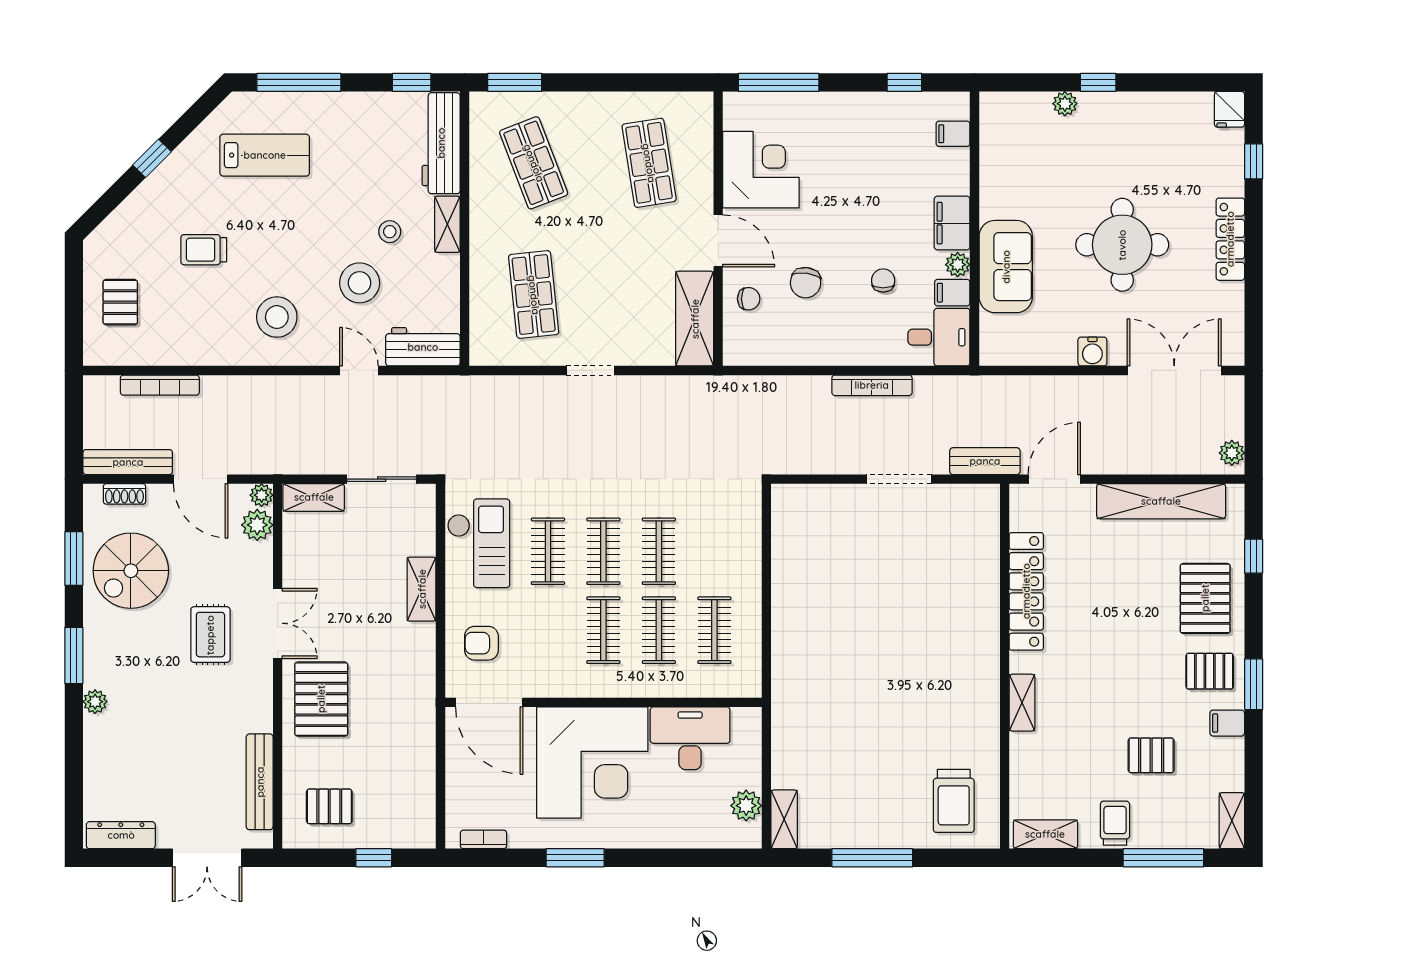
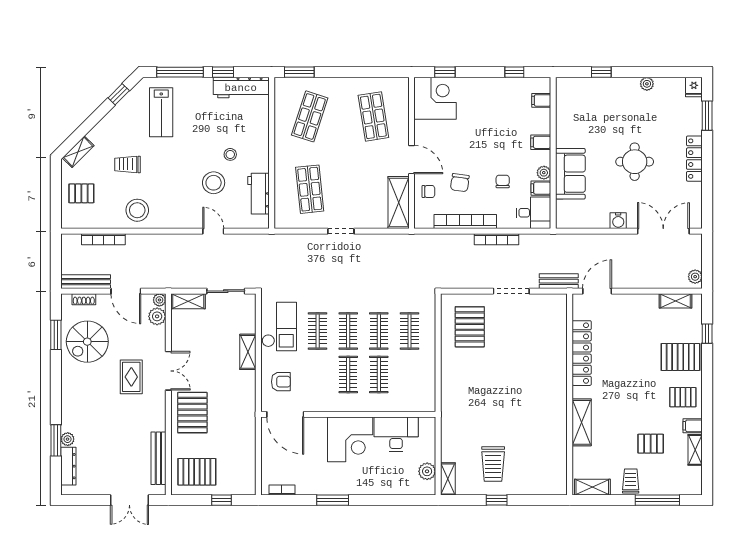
window: (412, 82) -> (223, 72), moved
window: (779, 82) -> (445, 72), width x0.46
window: (1098, 82) -> (601, 72), moved
plant: (1065, 104) -> (647, 84), moved
workbench: (441, 143) -> (241, 88), moved, turned -90
lab bench: (265, 155) -> (161, 112), turned 90
window: (152, 158) -> (119, 94), moved
window: (1254, 161) -> (707, 116), width x1.50
shop shelf: (534, 163) -> (310, 116), turned 39
corner desk: (761, 170) -> (435, 98), moved
filing cabinet: (952, 223) -> (541, 142), width x0.50
shelving: (447, 224) -> (78, 152), moved, turned 45
round table: (1122, 245) -> (635, 162), width x0.73, depth x0.73
pallet: (120, 302) -> (81, 193), turned 90
stool: (277, 317) -> (137, 210), moved
workbench: (423, 347) -> (258, 194), moved, turned -90
bookcase: (815, 353) -> (465, 222), added
shelving: (1161, 501) -> (676, 301), width x0.45, depth x0.75
pallet: (824, 544) -> (470, 327), added
pallet: (1205, 598) -> (680, 357), turned 90
clothes rail: (714, 630) -> (409, 331), moved
armchair: (481, 643) -> (281, 382), turned 180
window: (74, 655) -> (56, 440), moved
window: (1254, 684) -> (707, 404), removed
plant: (95, 702) -> (68, 439), moved
shelving: (1022, 703) -> (582, 422), width x1.50, depth x1.33
corner desk: (592, 762) -> (350, 439), width x0.74, depth x0.74
trolley: (954, 801) -> (493, 464), moved
pallet: (329, 806) -> (197, 472), width x1.50, depth x1.42
shelving: (1232, 821) -> (695, 450), moved
dresser: (121, 835) -> (68, 466), moved, turned 90
window: (872, 858) -> (497, 500), width x0.46

